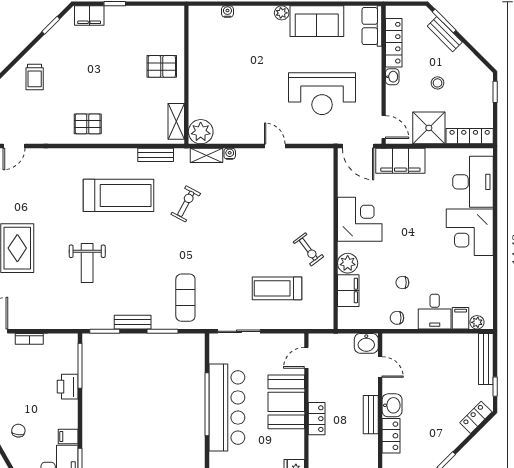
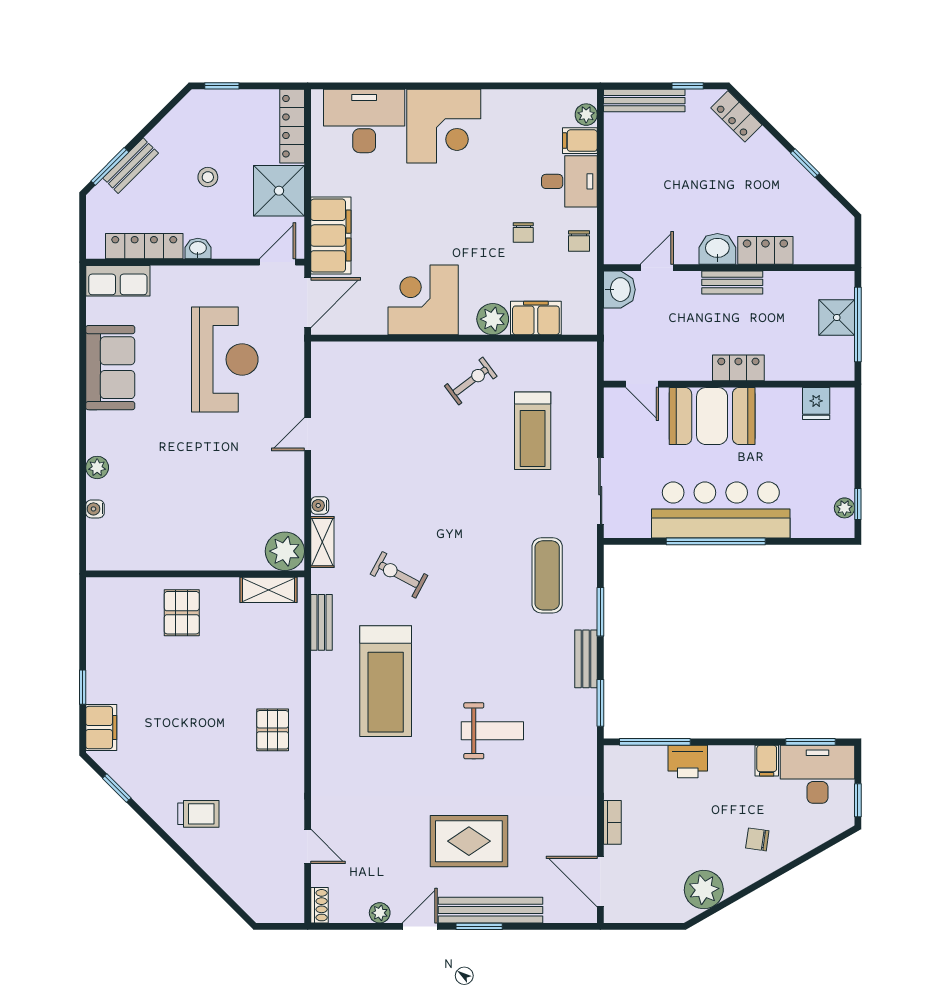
plant: (282, 13) -> (97, 467), moved
treadmill: (119, 195) -> (386, 681), turned 180
exercise mat: (185, 298) -> (547, 575), turned 90

